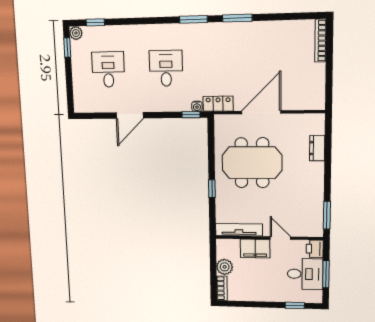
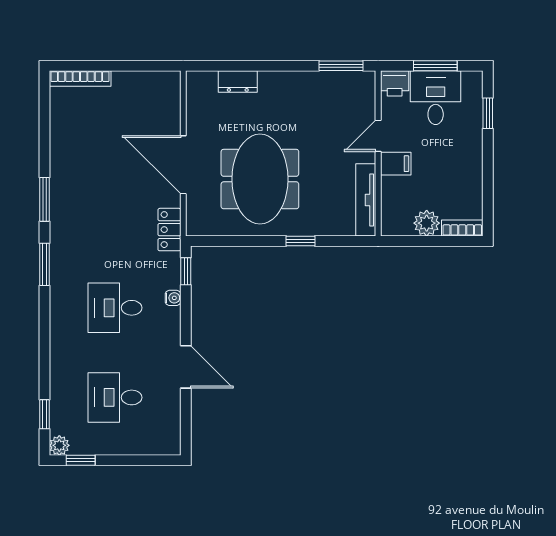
water cooler: (197, 106) -> (173, 298), moved
filing cabinet: (255, 249) -> (396, 164), width x0.50

